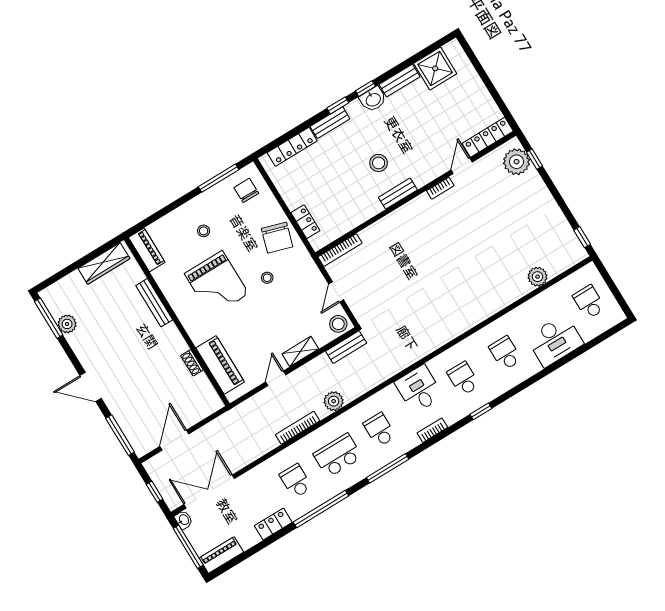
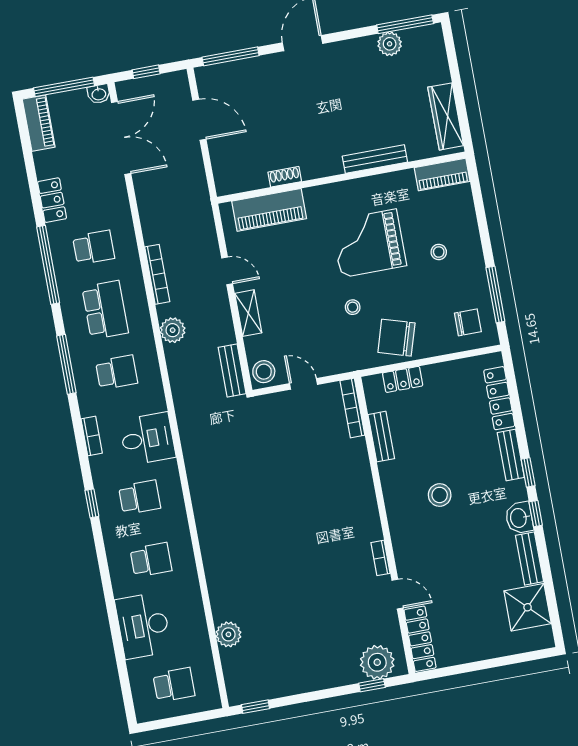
bench: (398, 194) -> (381, 437), moved

